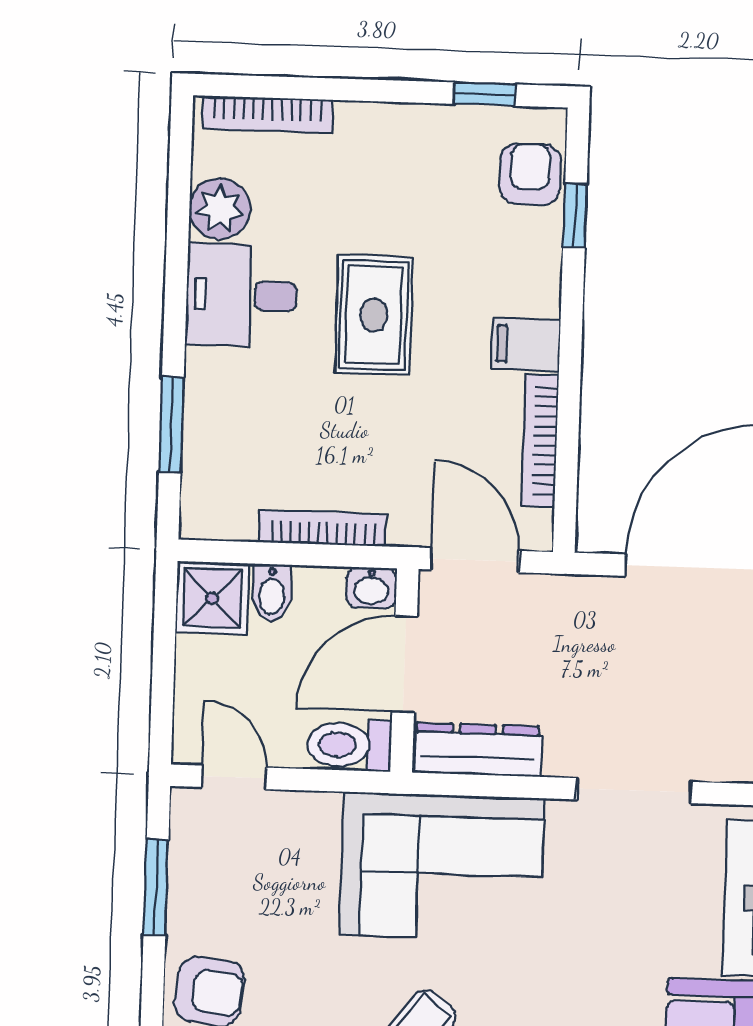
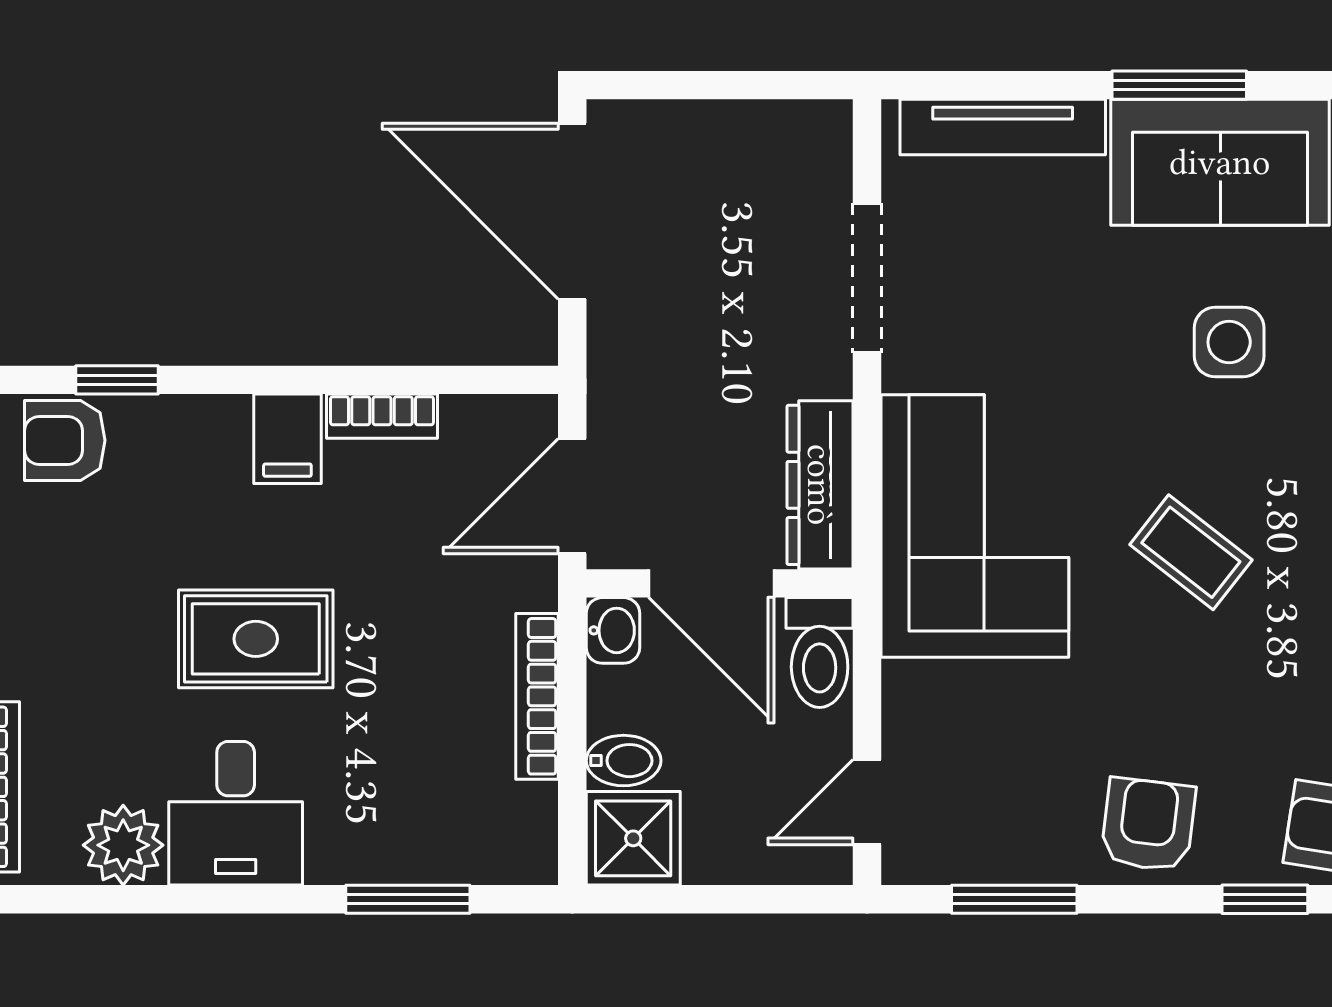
bookcase: (540, 441) -> (382, 416), width x0.64

